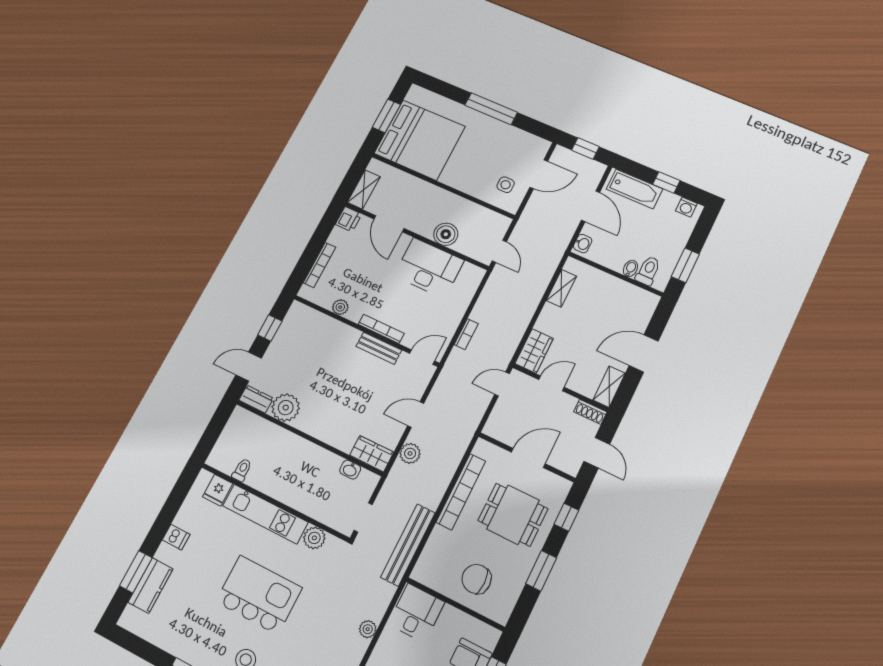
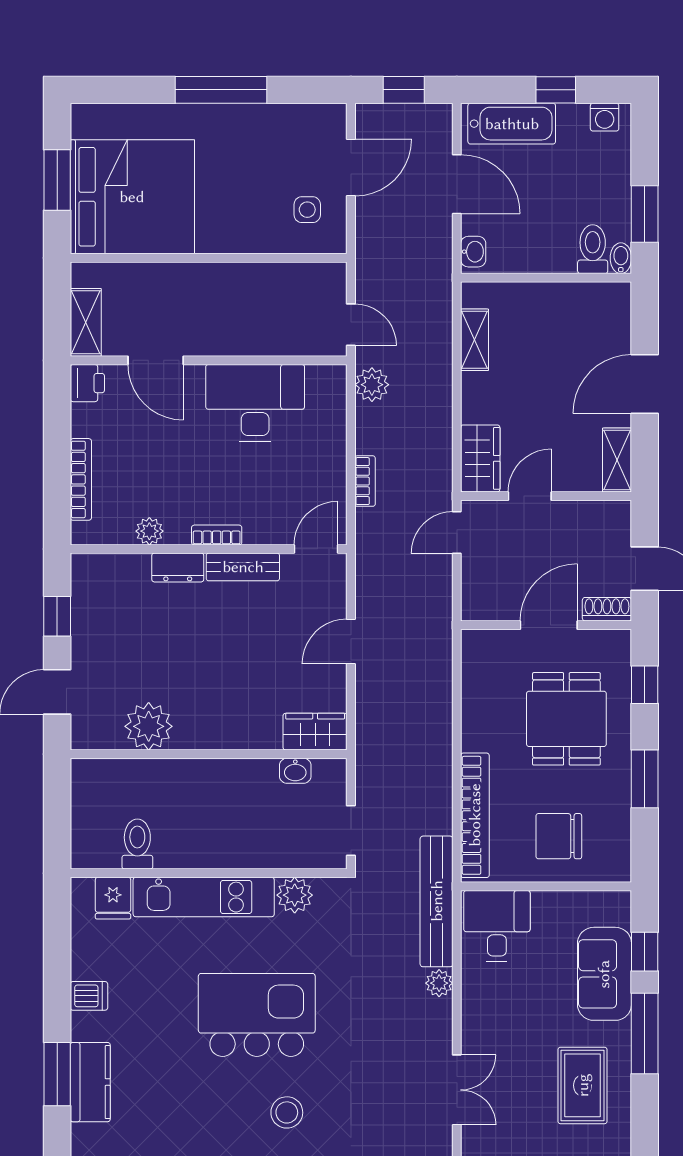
boiler: (446, 234) -> (254, 336), removed
bidet: (630, 268) -> (621, 258), moved
bookcase: (381, 329) -> (217, 535), width x0.64
dresser: (256, 399) -> (178, 567), moved, turned 180
shoe rack: (590, 412) -> (607, 609), moved, turned 180
plant: (410, 453) -> (372, 385), moved
toilet: (242, 470) -> (137, 844), width x1.37, depth x1.39
bookcase: (461, 492) -> (475, 815), moved
dining table: (513, 515) -> (566, 719), turned 90
bench: (408, 545) -> (437, 901), moved

